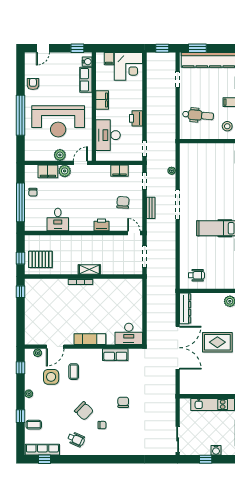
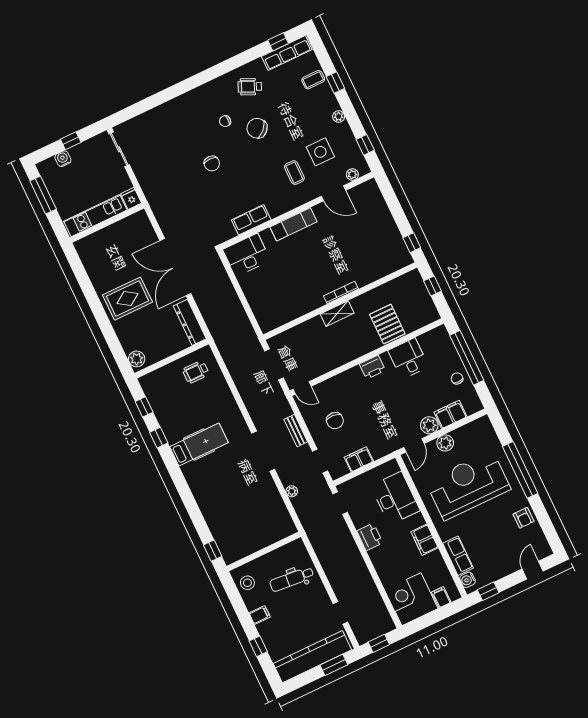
printer: (101, 225) -> (372, 367), moved
pallet: (40, 259) -> (387, 324), moved, turned 90
door: (55, 347) -> (334, 193), swing flipped
fridge: (185, 405) -> (131, 198), added

